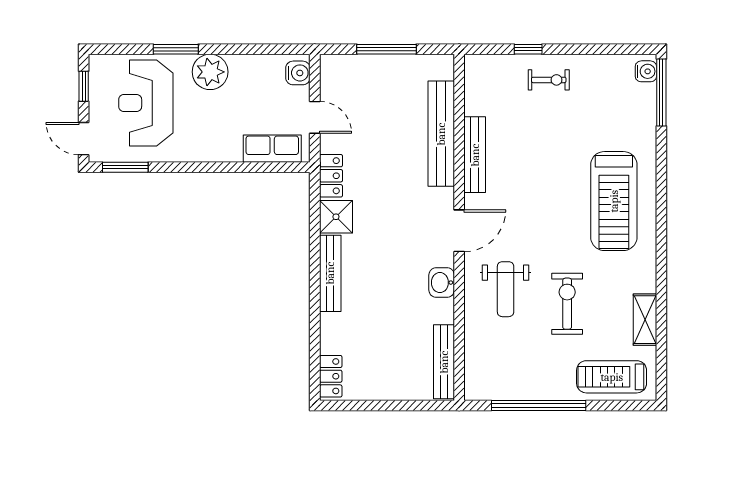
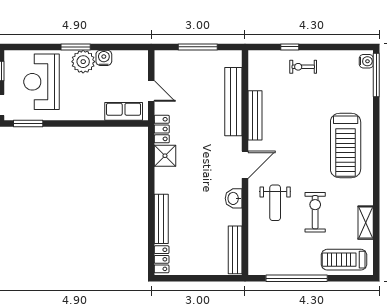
window: (176, 49) -> (76, 47), moved
water cooler: (298, 73) -> (104, 58), moved, turned -90
exercise bike: (549, 80) -> (303, 67), turned 180
bench: (330, 273) -> (161, 219), moved

